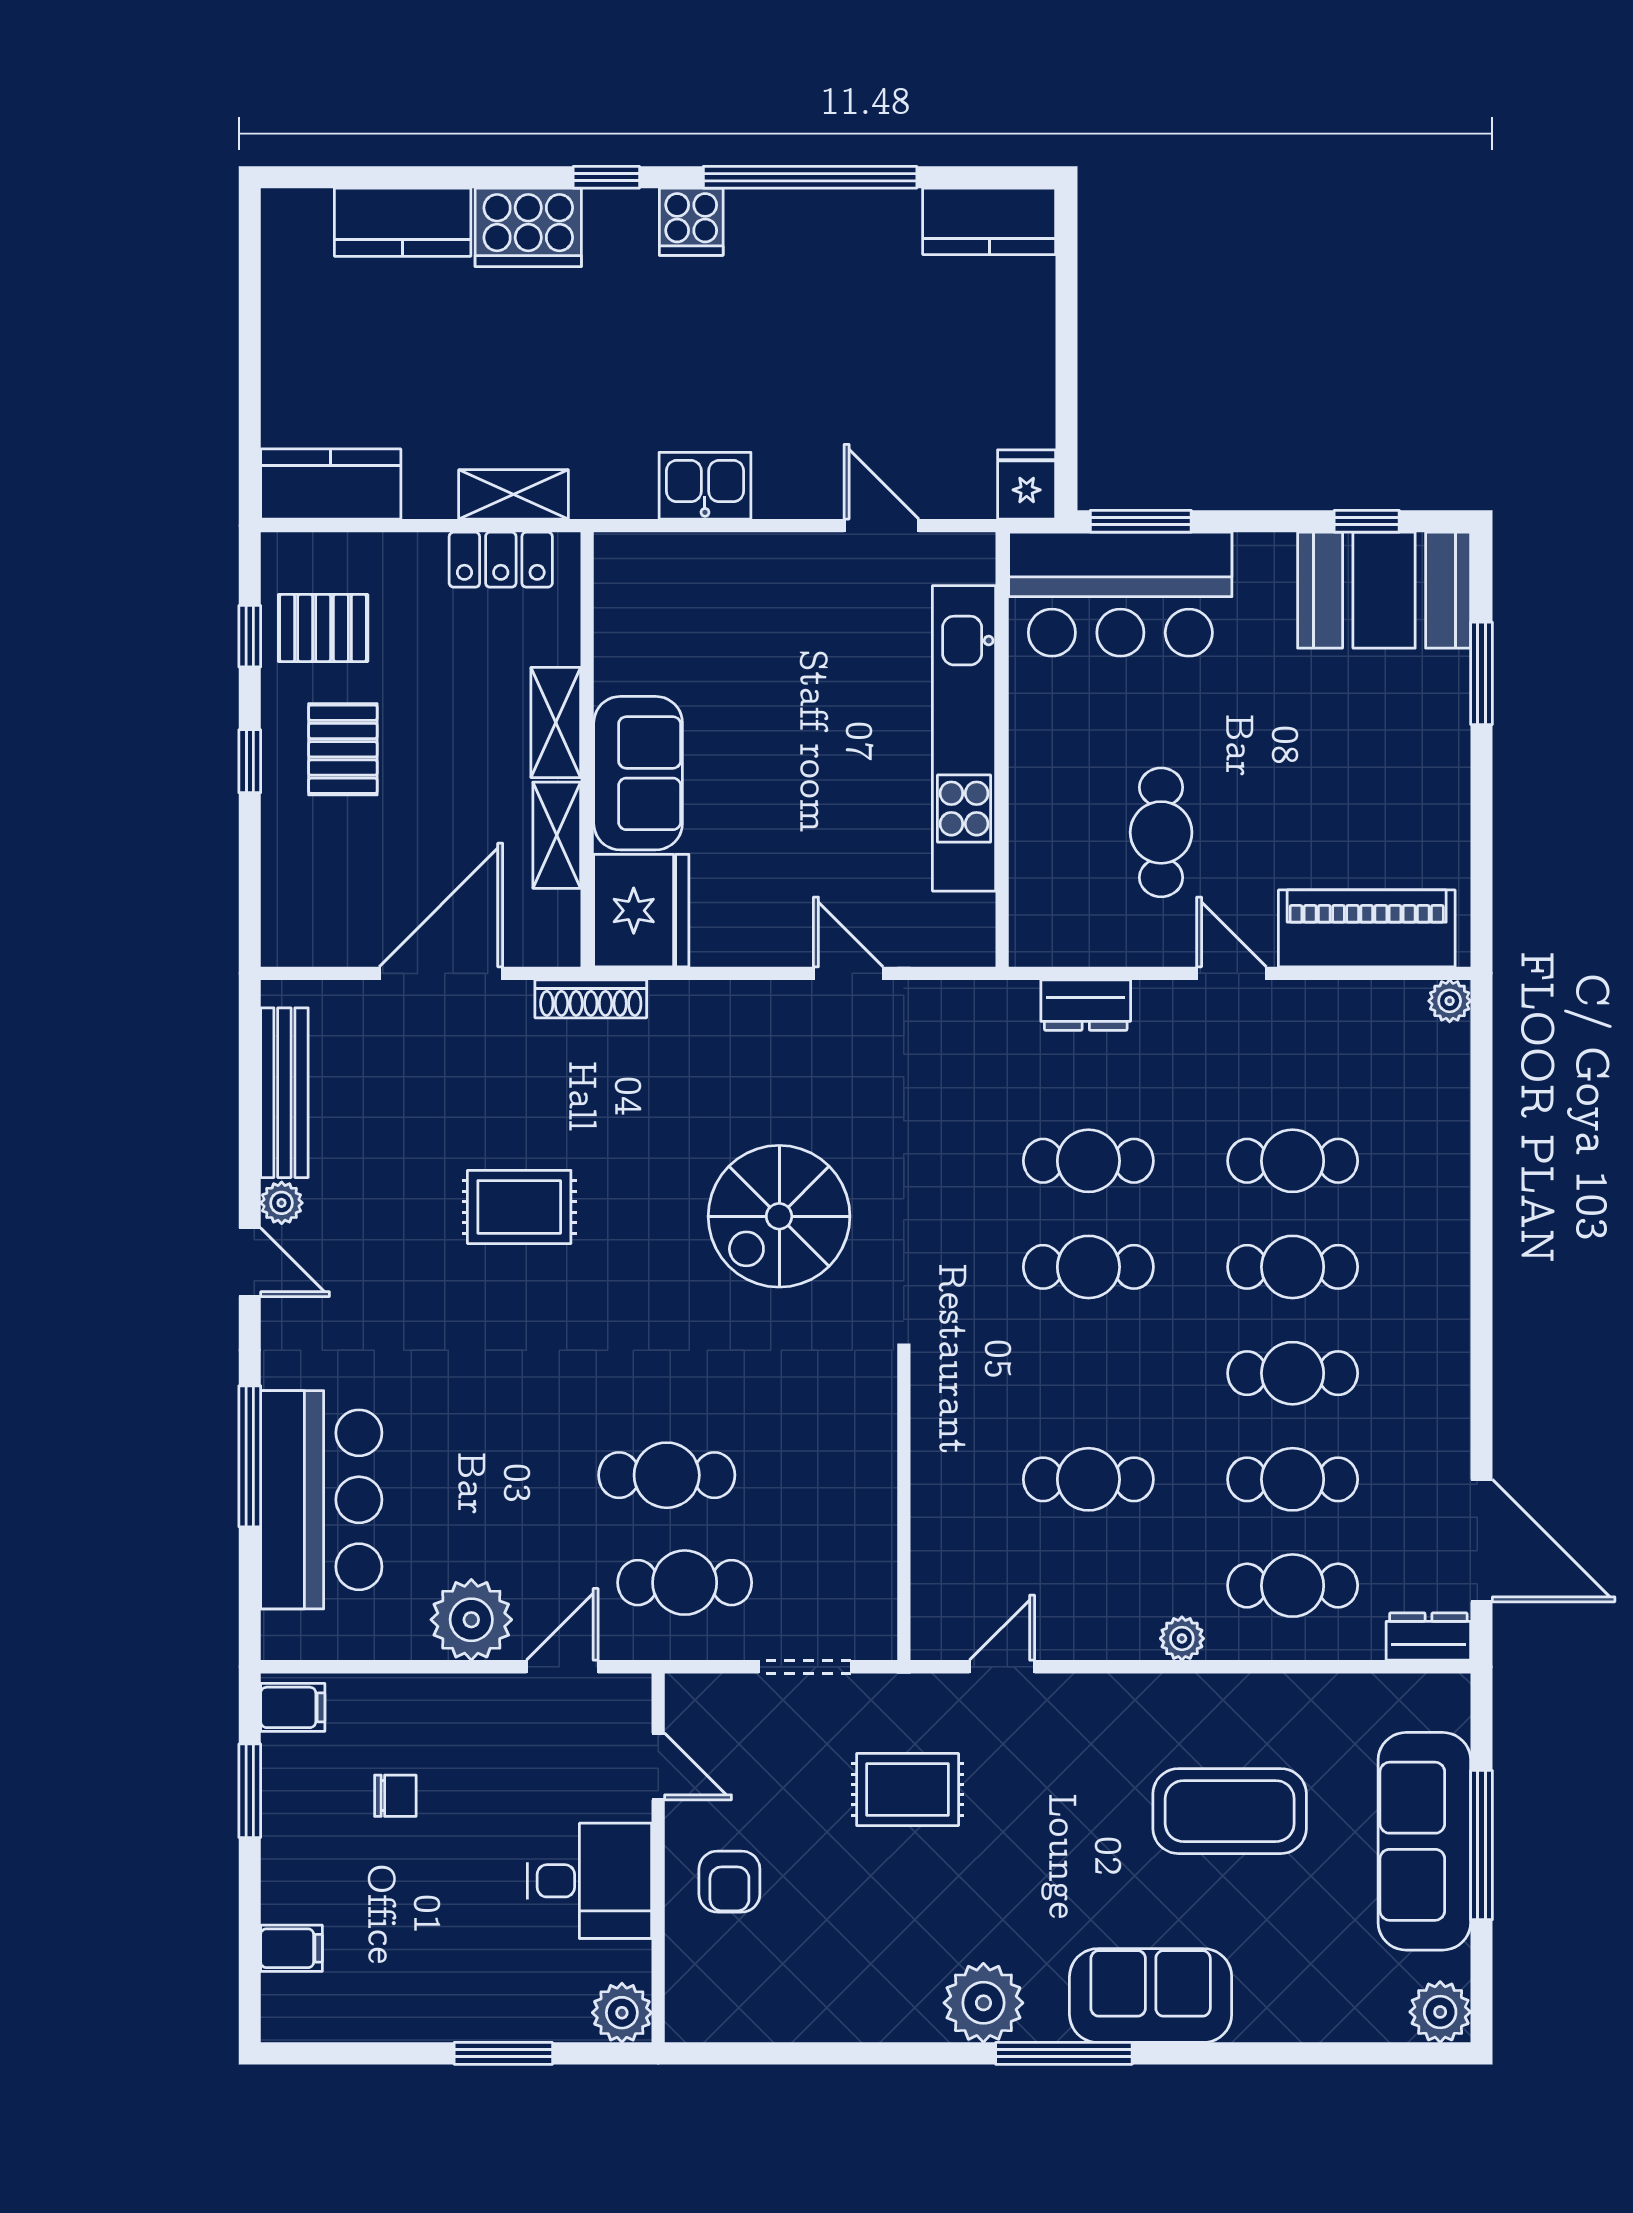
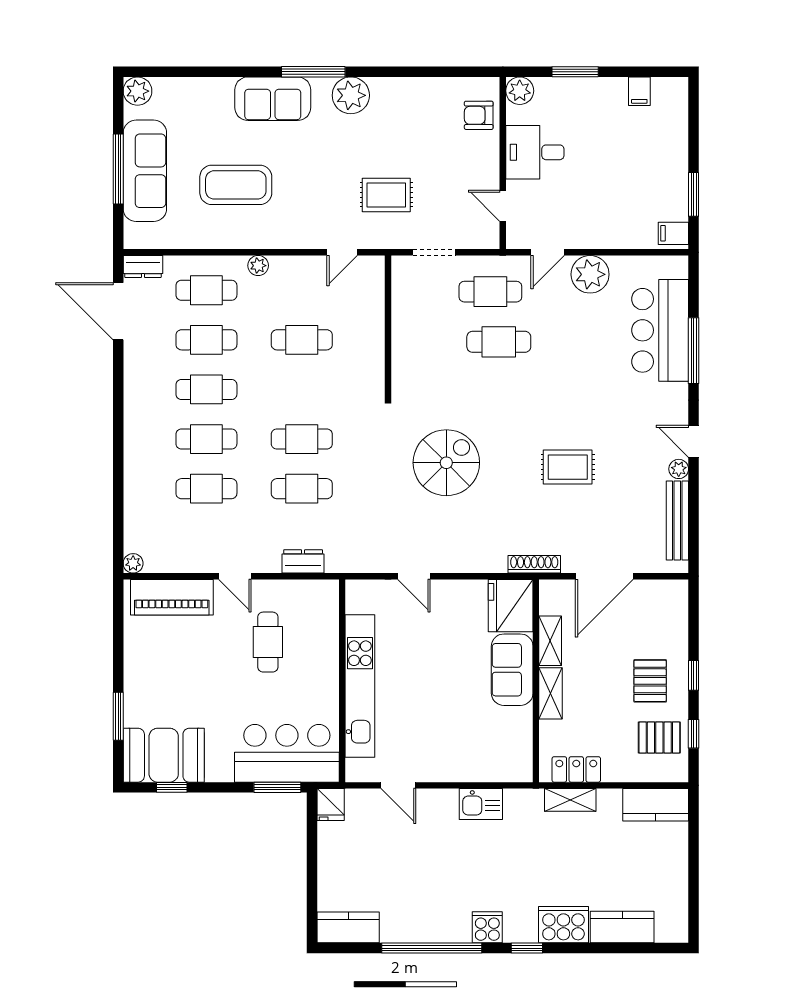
chair: (395, 1796) -> (626, 192), removed
armchair: (729, 1882) -> (479, 115), moved, turned -90
filing cabinet: (291, 1948) -> (639, 91), moved, turned -90

